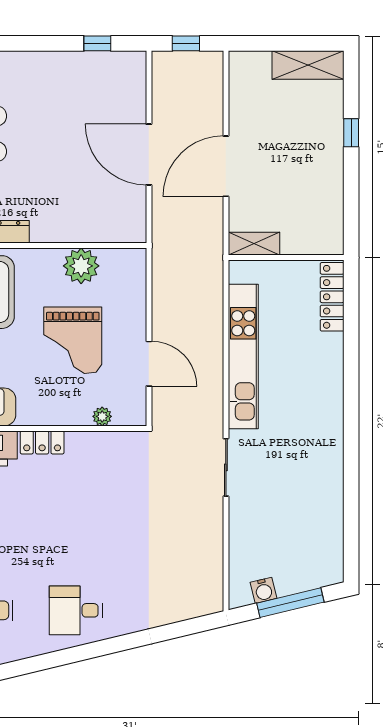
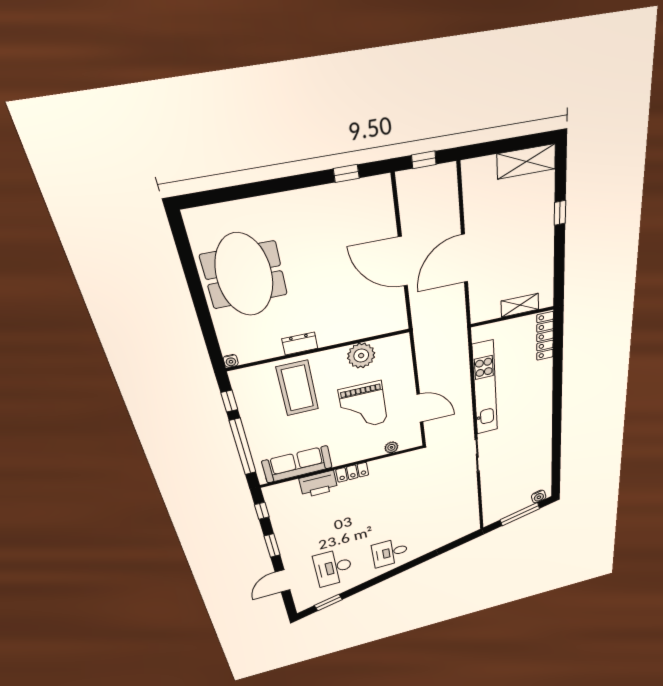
shelving: (254, 244) -> (520, 305), moved
water cooler: (264, 590) -> (539, 497), moved

